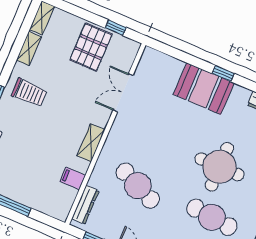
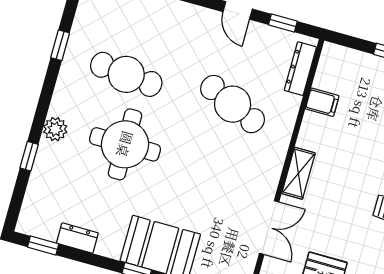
shelving: (91, 143) -> (298, 173), moved

